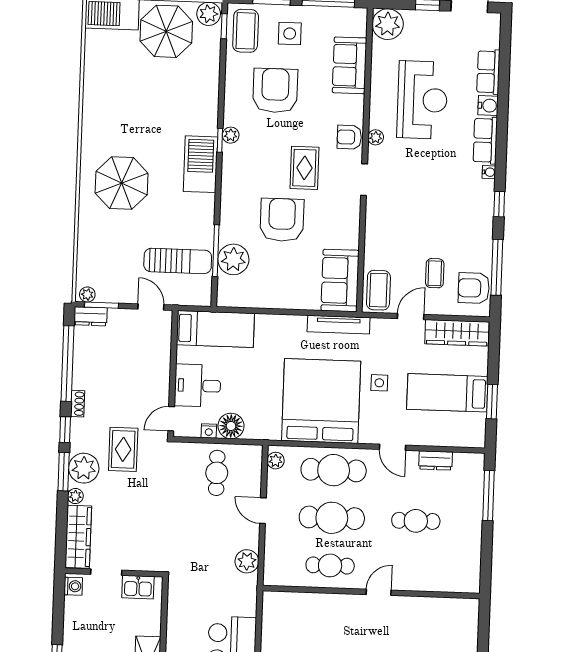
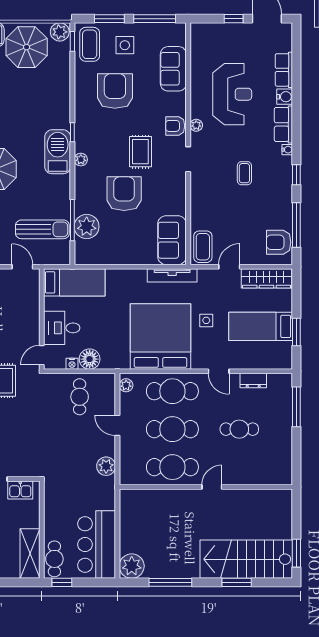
plant: (388, 24) -> (202, 35), removed
plant: (231, 135) -> (81, 160), moved
coffee table: (435, 273) -> (244, 173), moved
cafe table: (330, 565) -> (172, 467), width x1.37, depth x1.35

